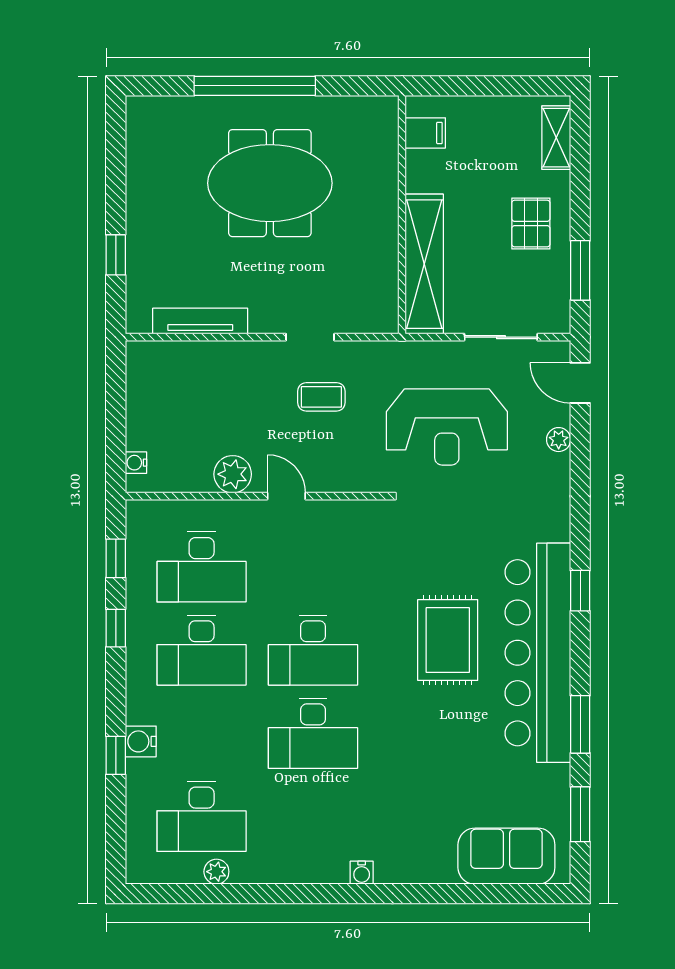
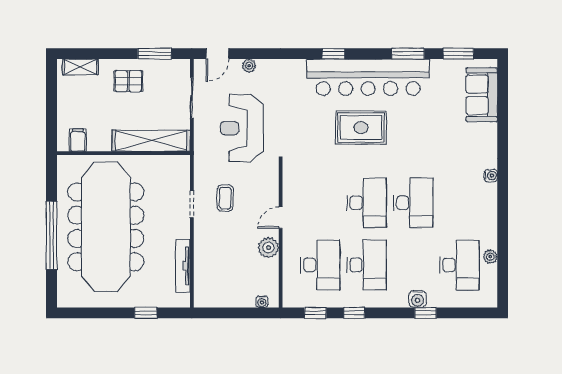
meeting table: (270, 183) -> (106, 227), width x1.86, depth x1.27
reception desk: (447, 427) -> (242, 128), turned 180

